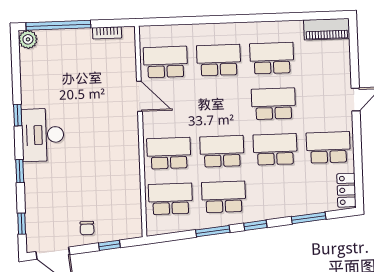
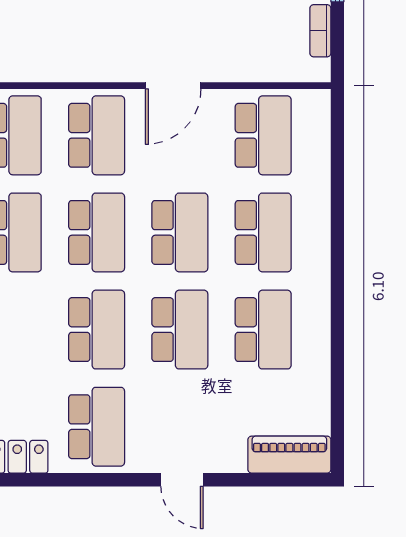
piano: (327, 29) -> (289, 455), moved, turned 90
door: (139, 96) -> (173, 86), moved
school desk: (220, 106) -> (180, 232), added

